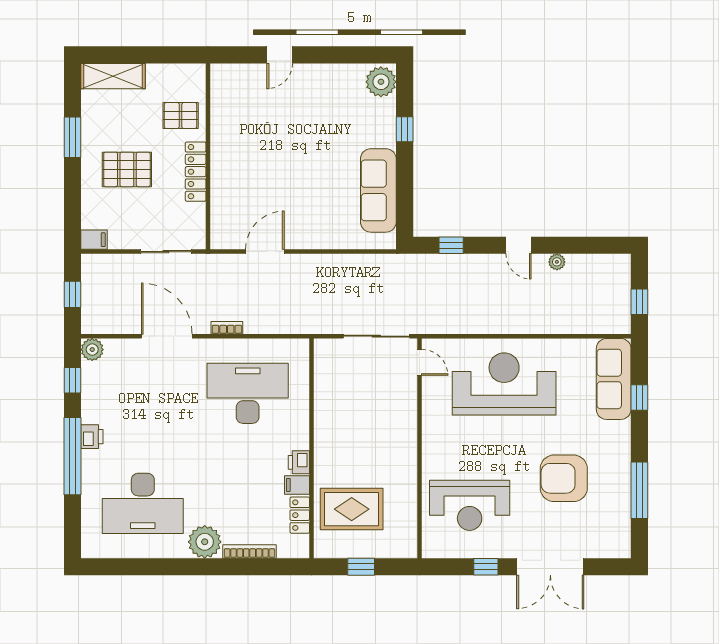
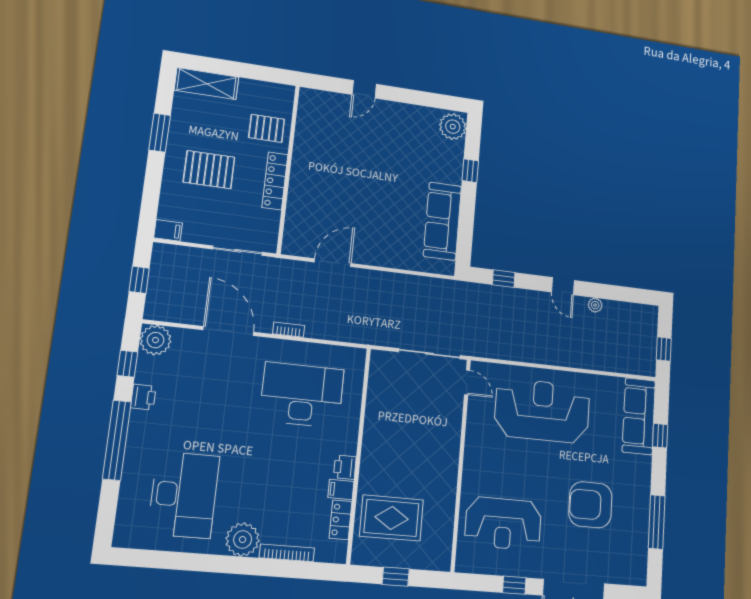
plant: (92, 350) -> (156, 340), width x1.36, depth x1.36
printer: (92, 437) -> (143, 397), moved
desk: (143, 503) -> (184, 495), turned -90

